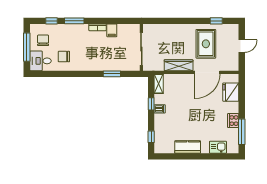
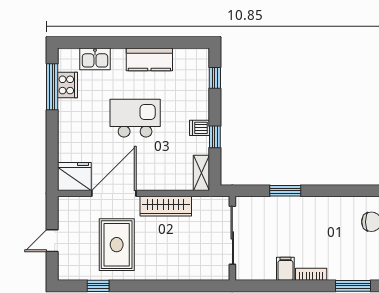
fridge: (231, 92) -> (74, 177), moved, turned -90
kitchen island: (196, 114) -> (135, 118), added
cooker: (233, 121) -> (67, 85), moved

